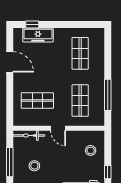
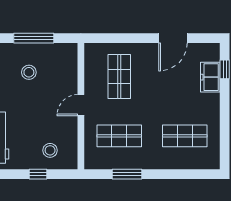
freezer: (38, 35) -> (210, 77), width x0.71
window: (108, 95) -> (127, 174), width x0.69
bicycle: (29, 136) -> (71, 65), removed
window: (108, 172) -> (38, 174), moved

